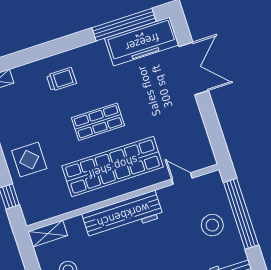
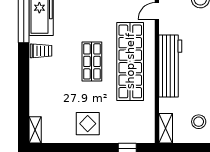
trolley: (61, 79) -> (41, 51), moved, turned 90
display table: (29, 160) -> (88, 124), moved

